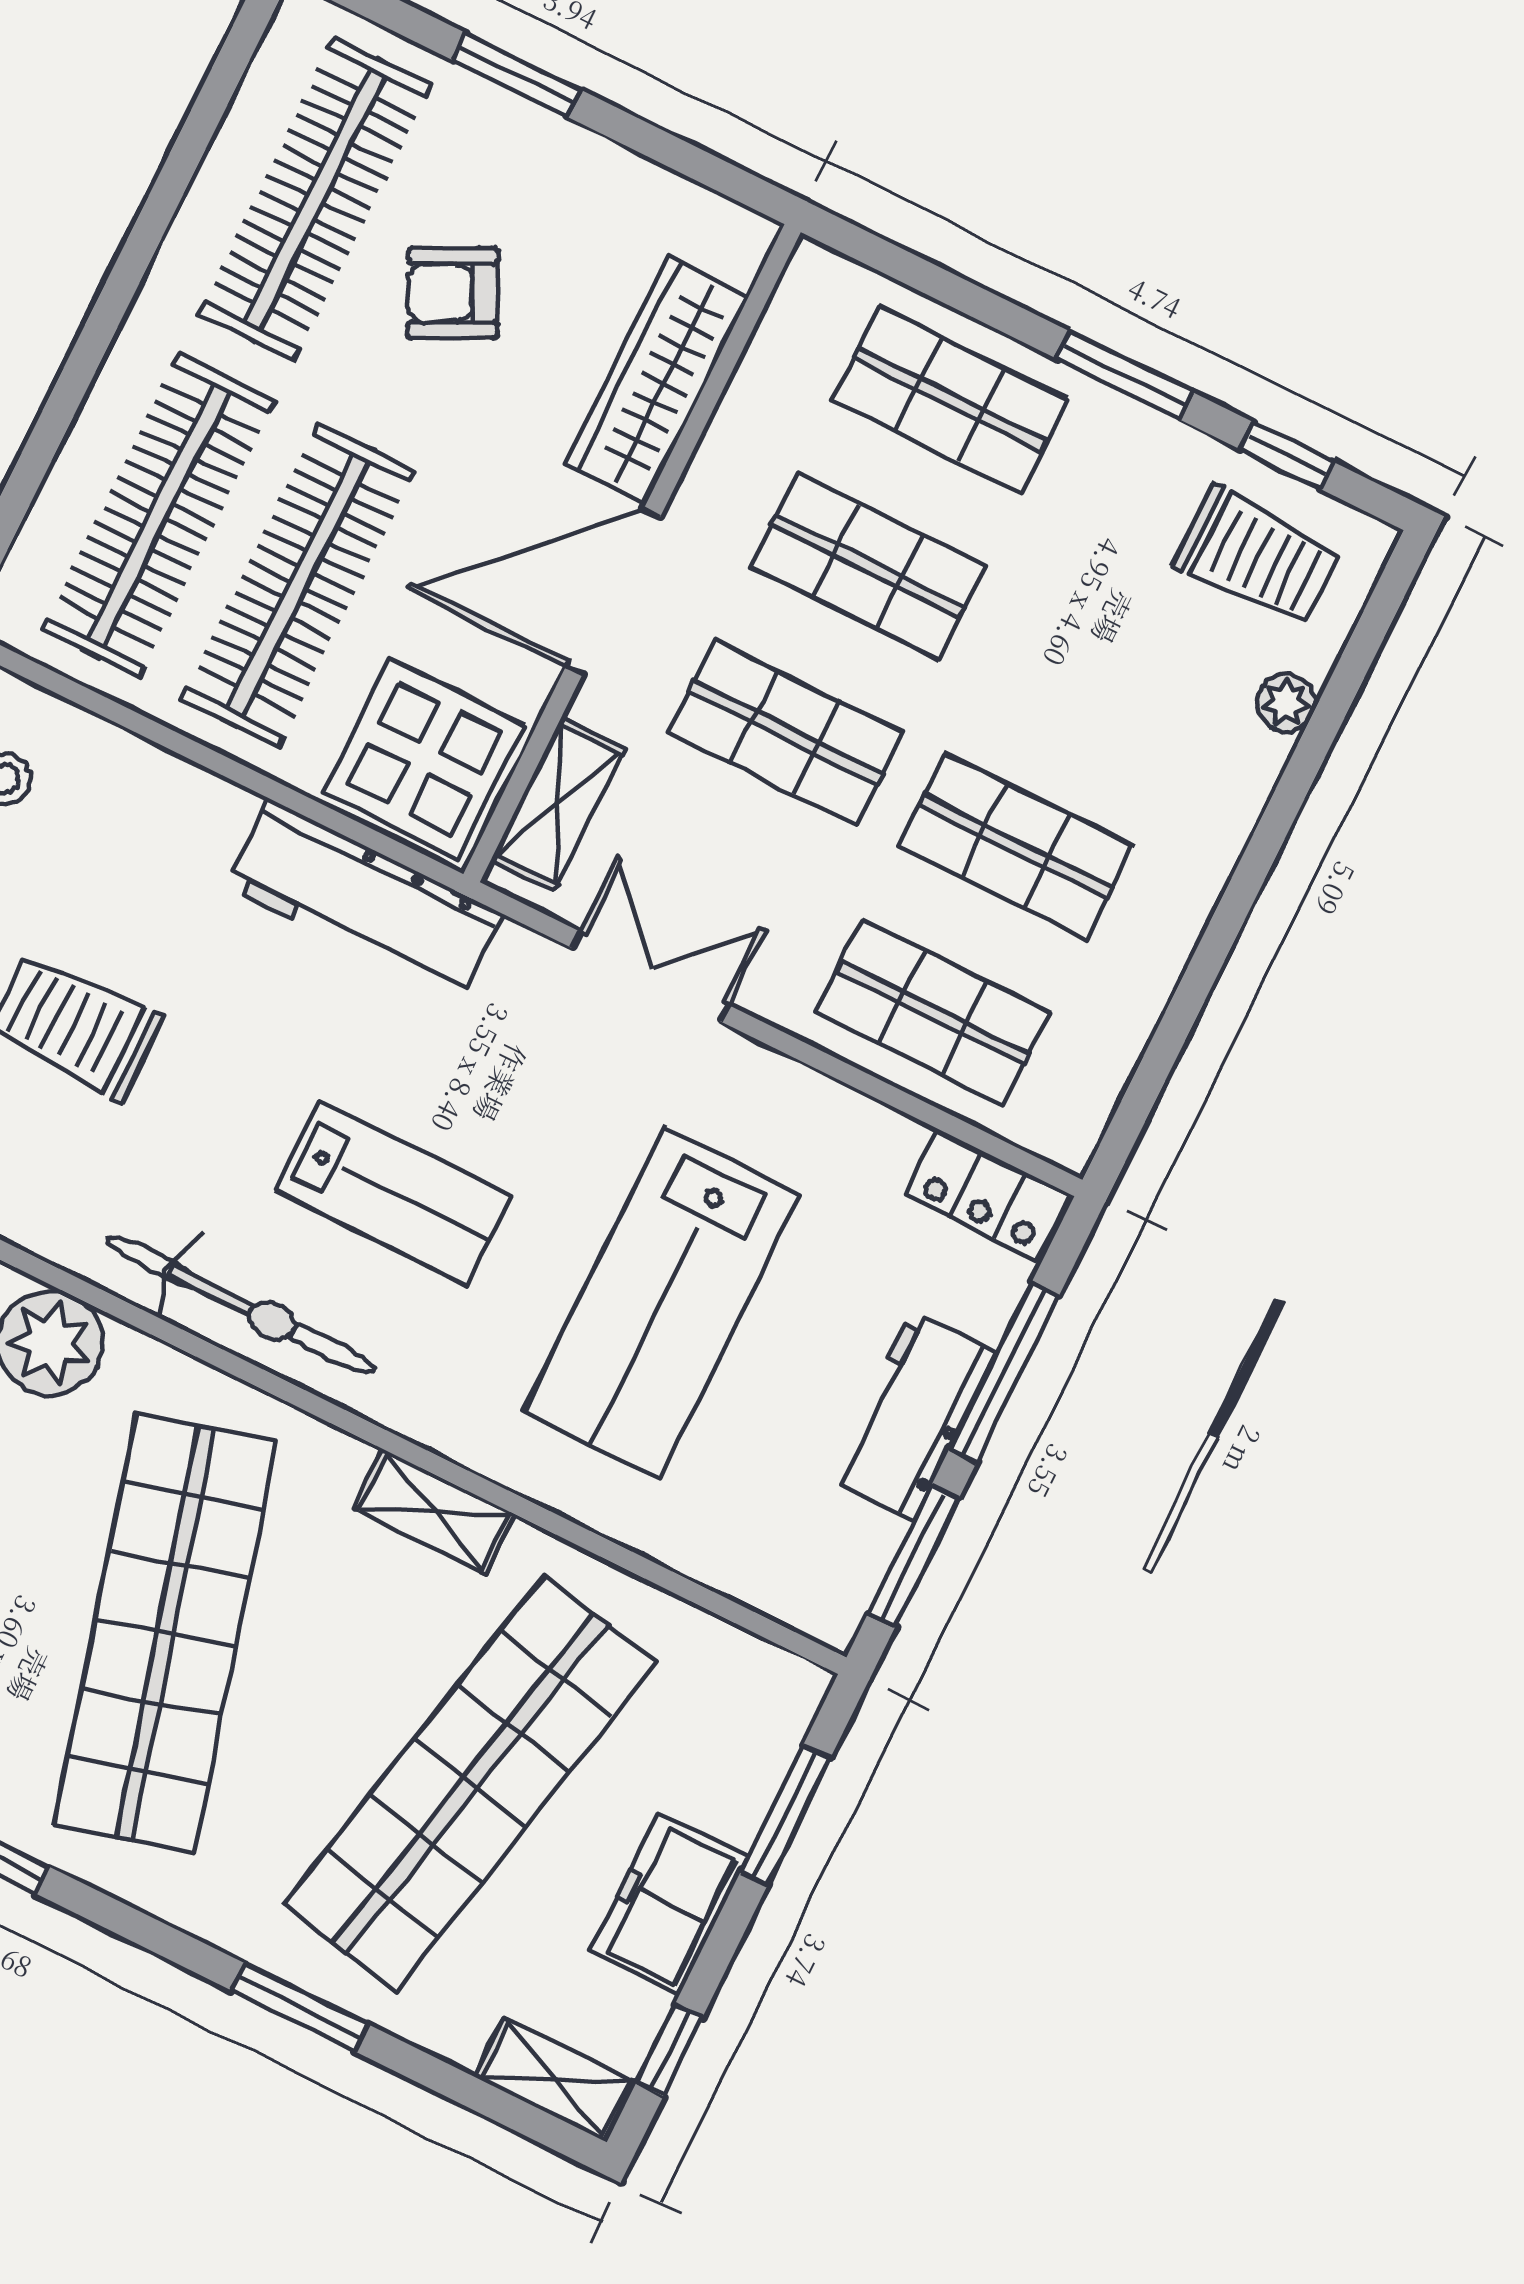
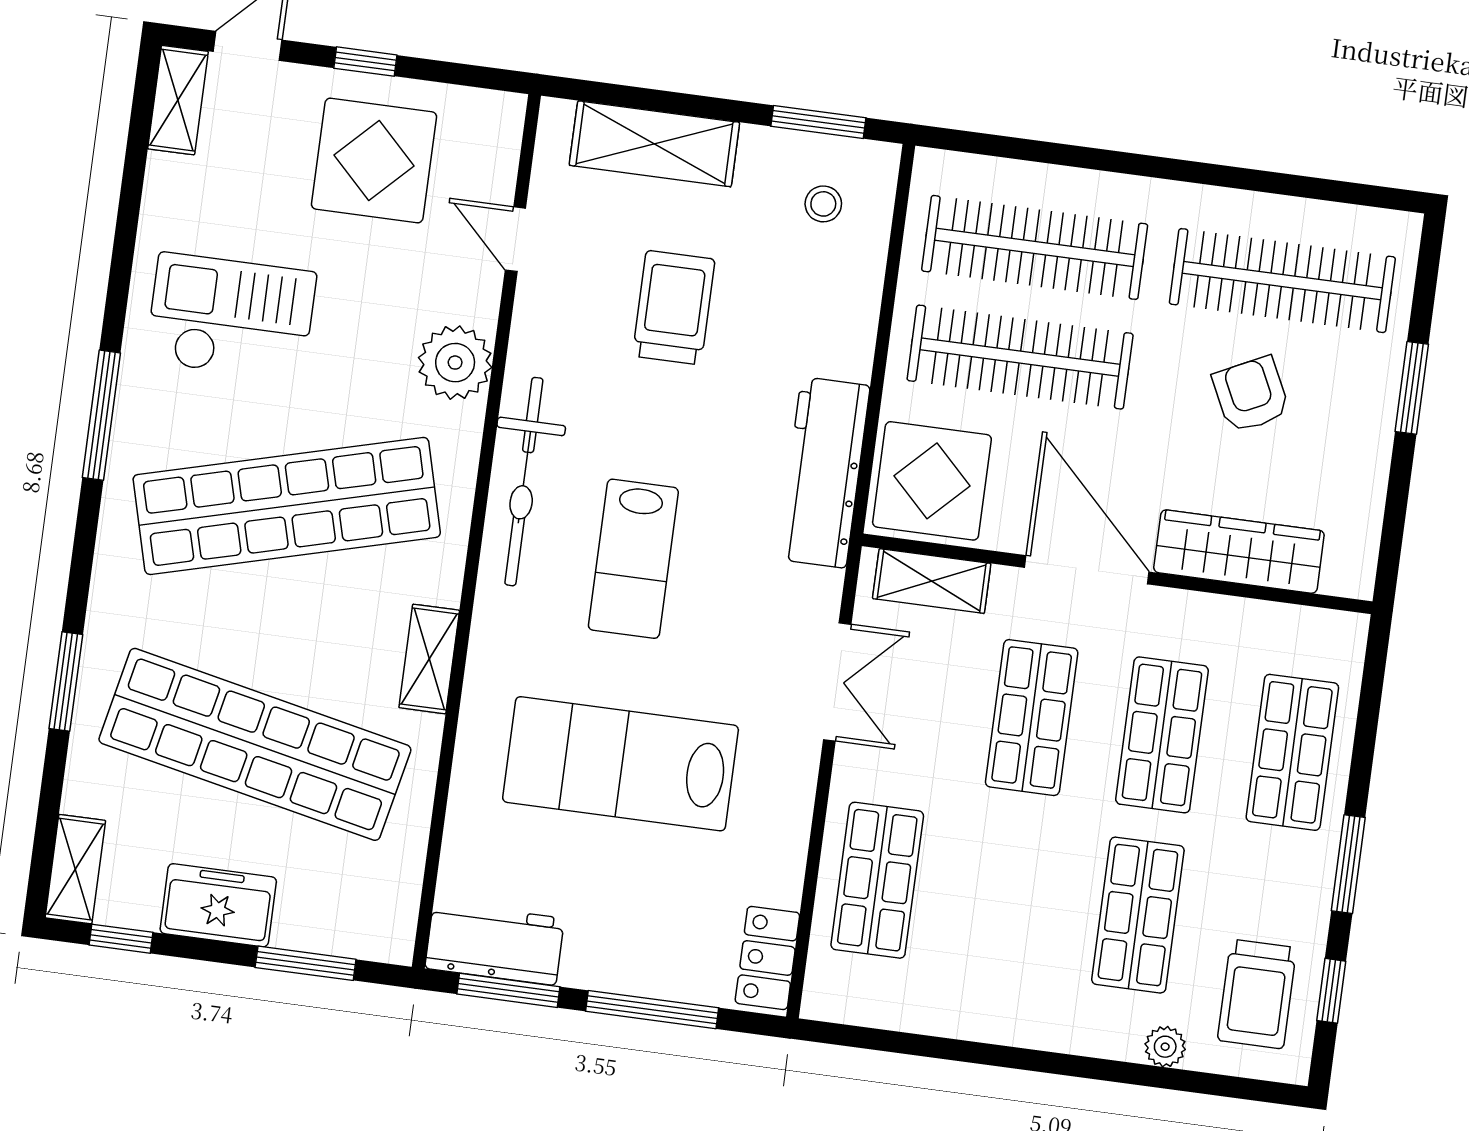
shop shelf: (1015, 846) -> (1138, 915), moved
workbench: (912, 1416) -> (495, 943), moved

